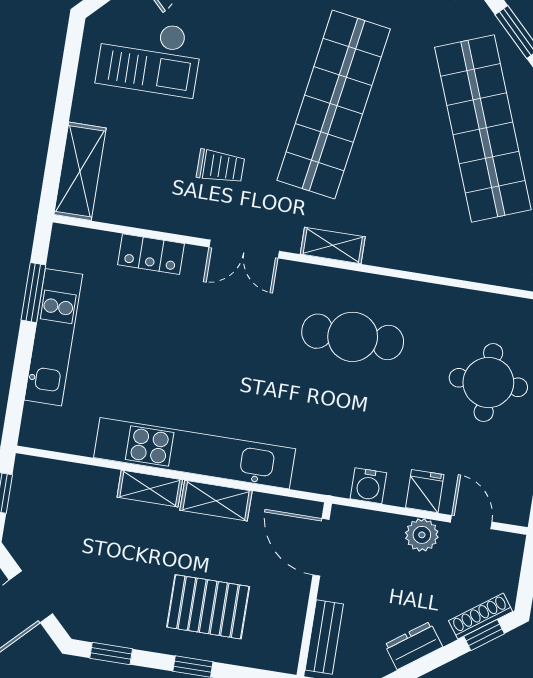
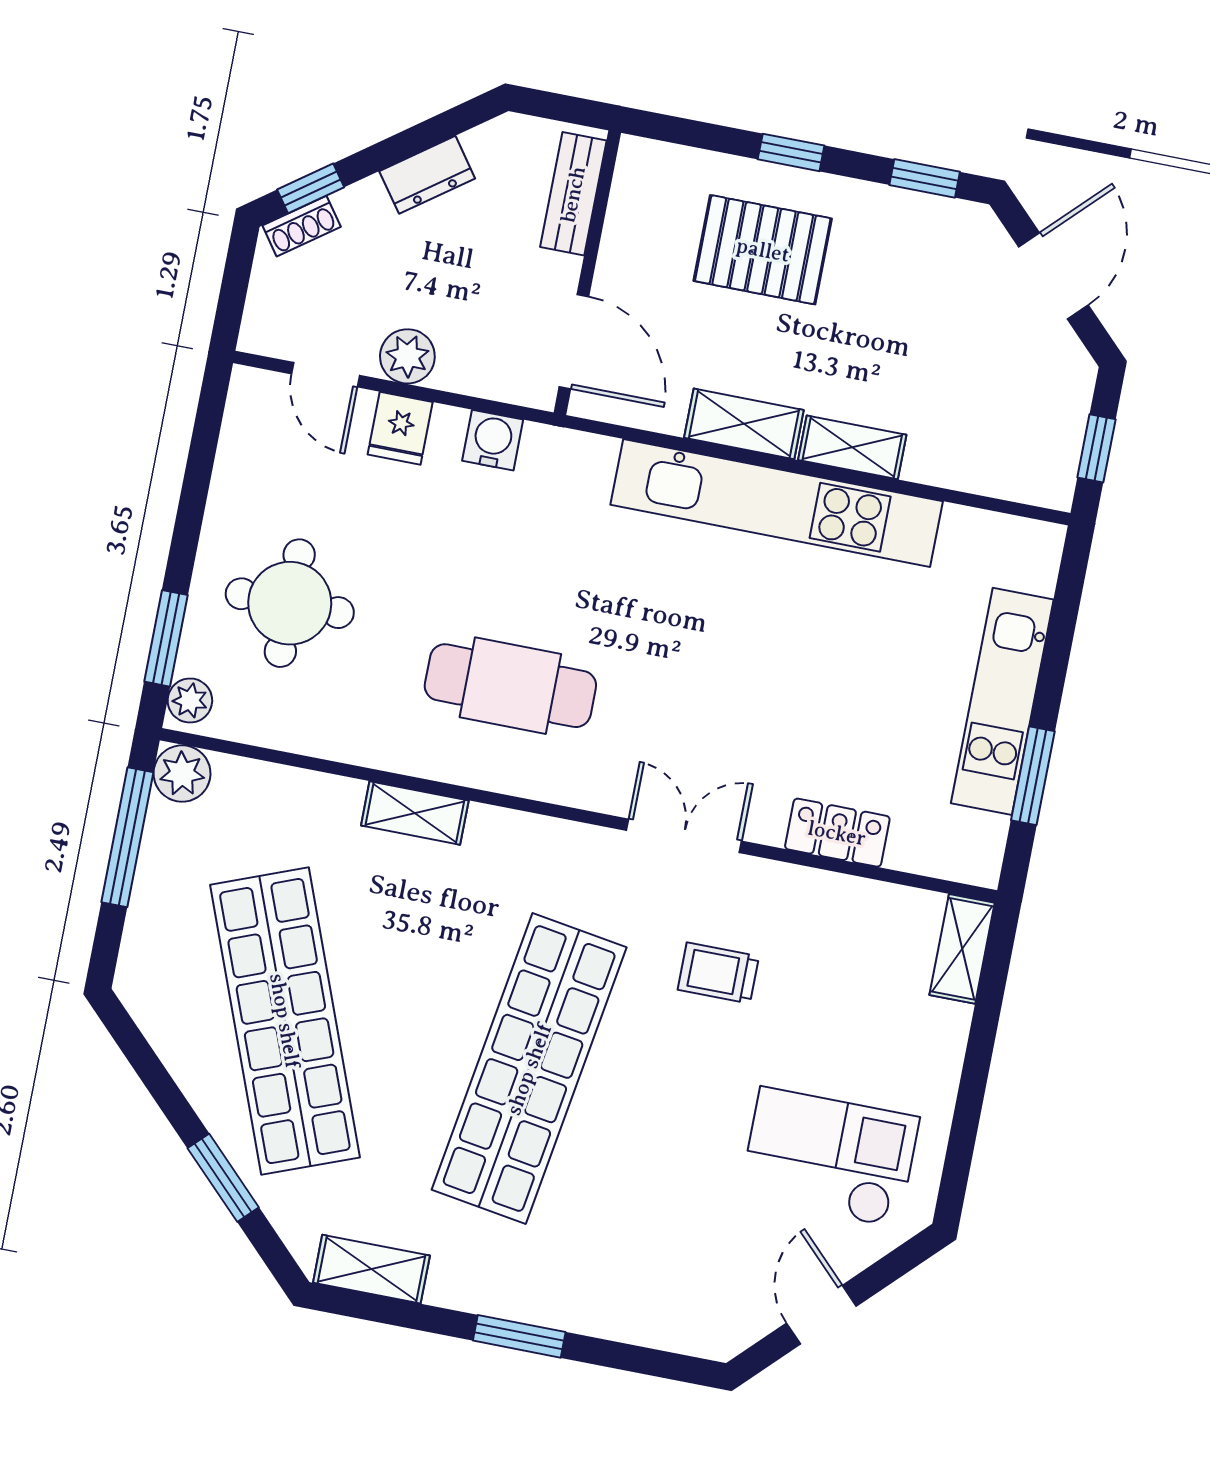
shelving: (80, 171) -> (962, 949), width x0.67, depth x0.75
shelving: (333, 245) -> (415, 813), moved
shoe rack: (481, 616) -> (302, 226), width x0.70

